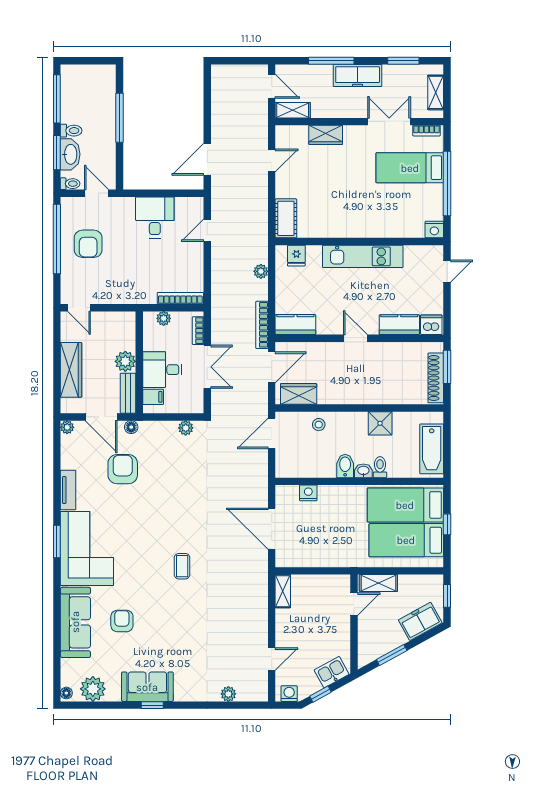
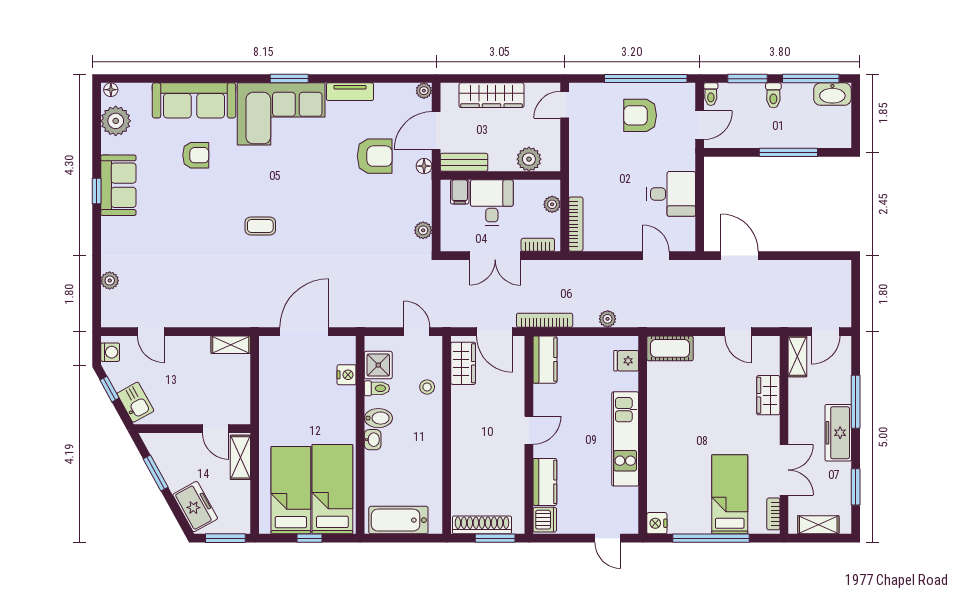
washbasin: (70, 154) -> (832, 94), moved
plant: (125, 361) -> (529, 159), moved
shower: (380, 423) -> (378, 365), moved
door: (272, 433) -> (417, 332), width x0.73
toilet: (380, 467) -> (377, 388), moved
window: (447, 596) -> (225, 538), width x1.50

